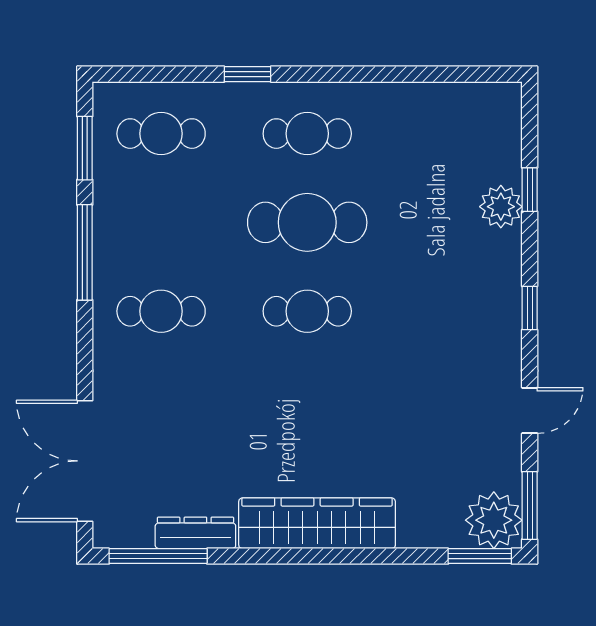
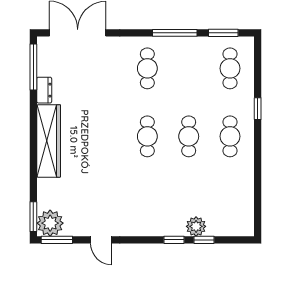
cafe table: (307, 222) -> (189, 136), width x0.73, depth x0.74
window: (530, 308) -> (174, 240), moved
dresser: (195, 533) -> (44, 90), width x0.70

